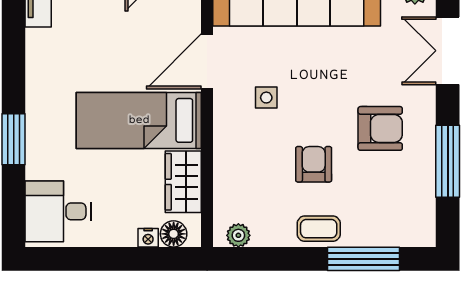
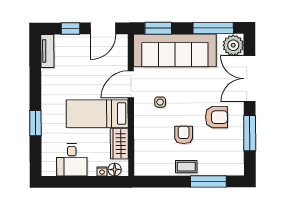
double door: (448, 51) -> (250, 79), width x1.37
desk: (58, 211) -> (72, 160), moved, turned -90
plant: (238, 235) -> (147, 170), removed

